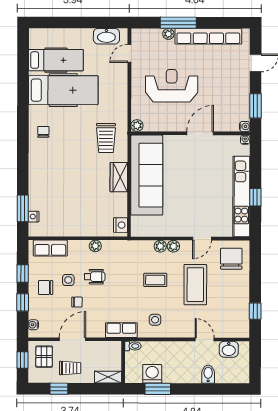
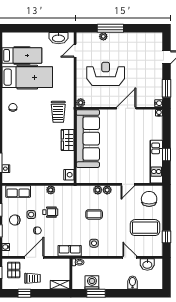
row of seats: (208, 36) -> (132, 38), removed
kitchen unit: (241, 196) -> (156, 162), width x0.73
coffee table: (195, 285) -> (145, 228), moved, turned 90

